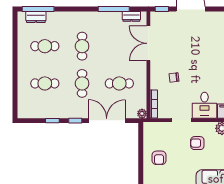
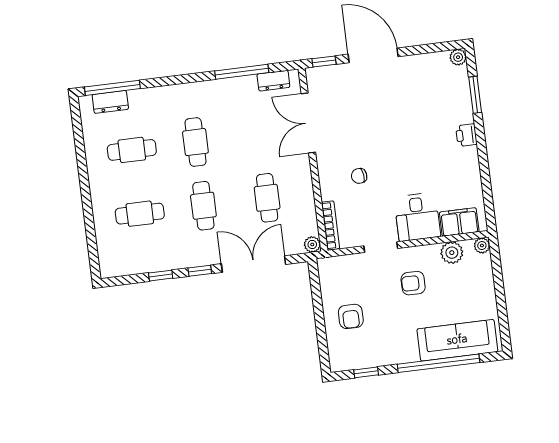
cafe table: (119, 83) -> (267, 198), turned 90

